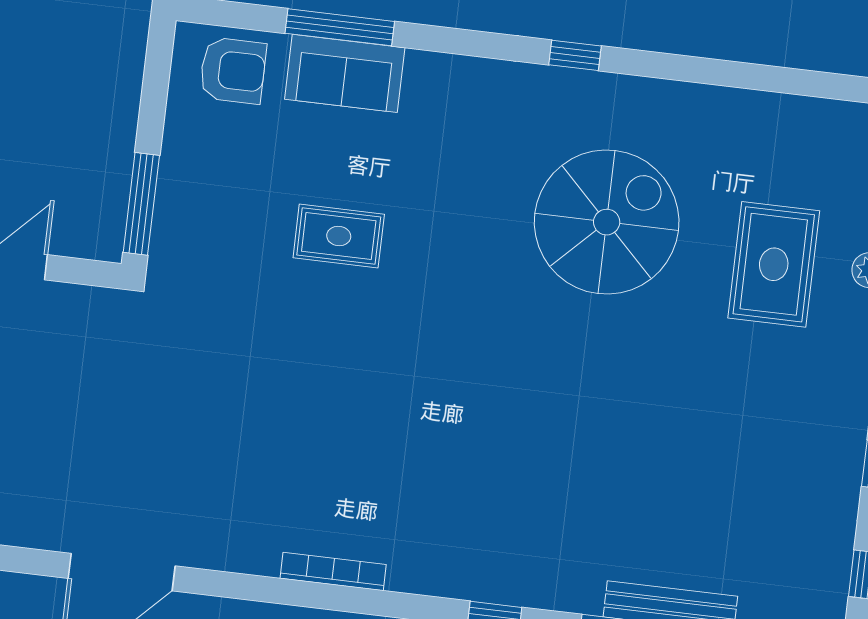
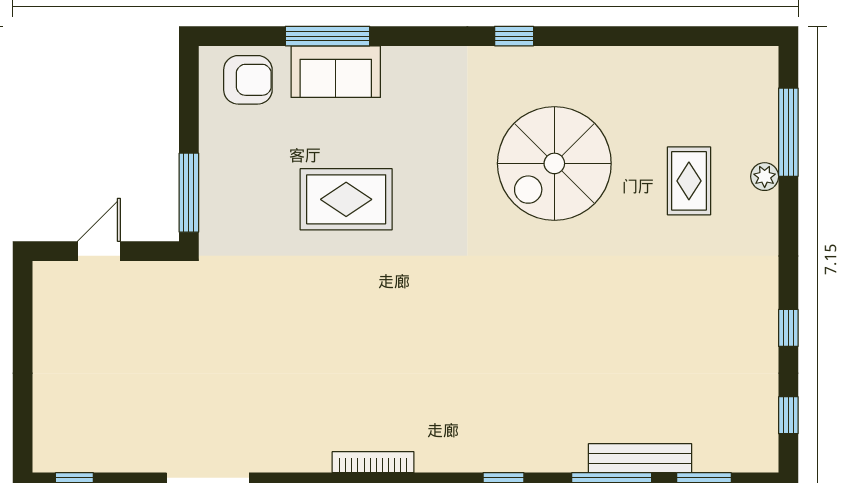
spiral stairs: (607, 222) -> (554, 163), turned 180
rug: (339, 236) -> (346, 199), width x1.36, depth x1.43
rug: (774, 264) -> (689, 181), width x0.73, depth x0.70

